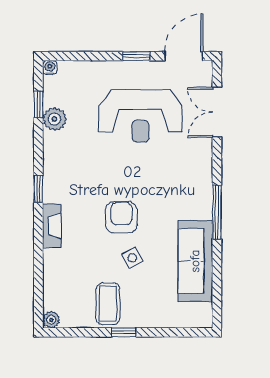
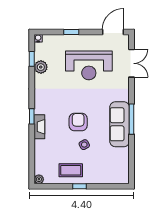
window: (136, 56) -> (71, 32), moved
double door: (217, 112) -> (132, 63), swing flipped
window: (38, 189) -> (32, 116), moved
sofa: (195, 261) -> (120, 124), moved
coffee table: (108, 304) -> (71, 170), turned 90

